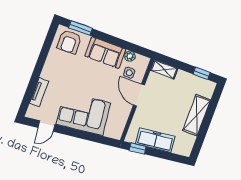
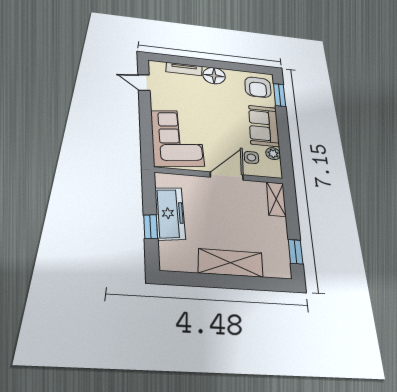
armchair: (69, 42) -> (258, 87), turned -89
floor lamp: (51, 71) -> (214, 76), added
corner sofa: (83, 114) -> (177, 138), moved
window: (138, 148) -> (150, 227), moved

